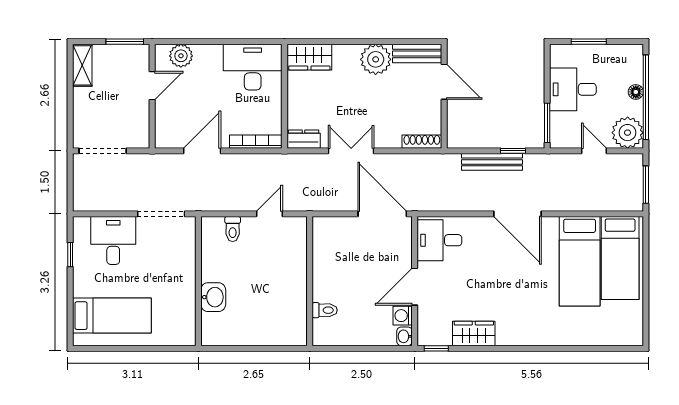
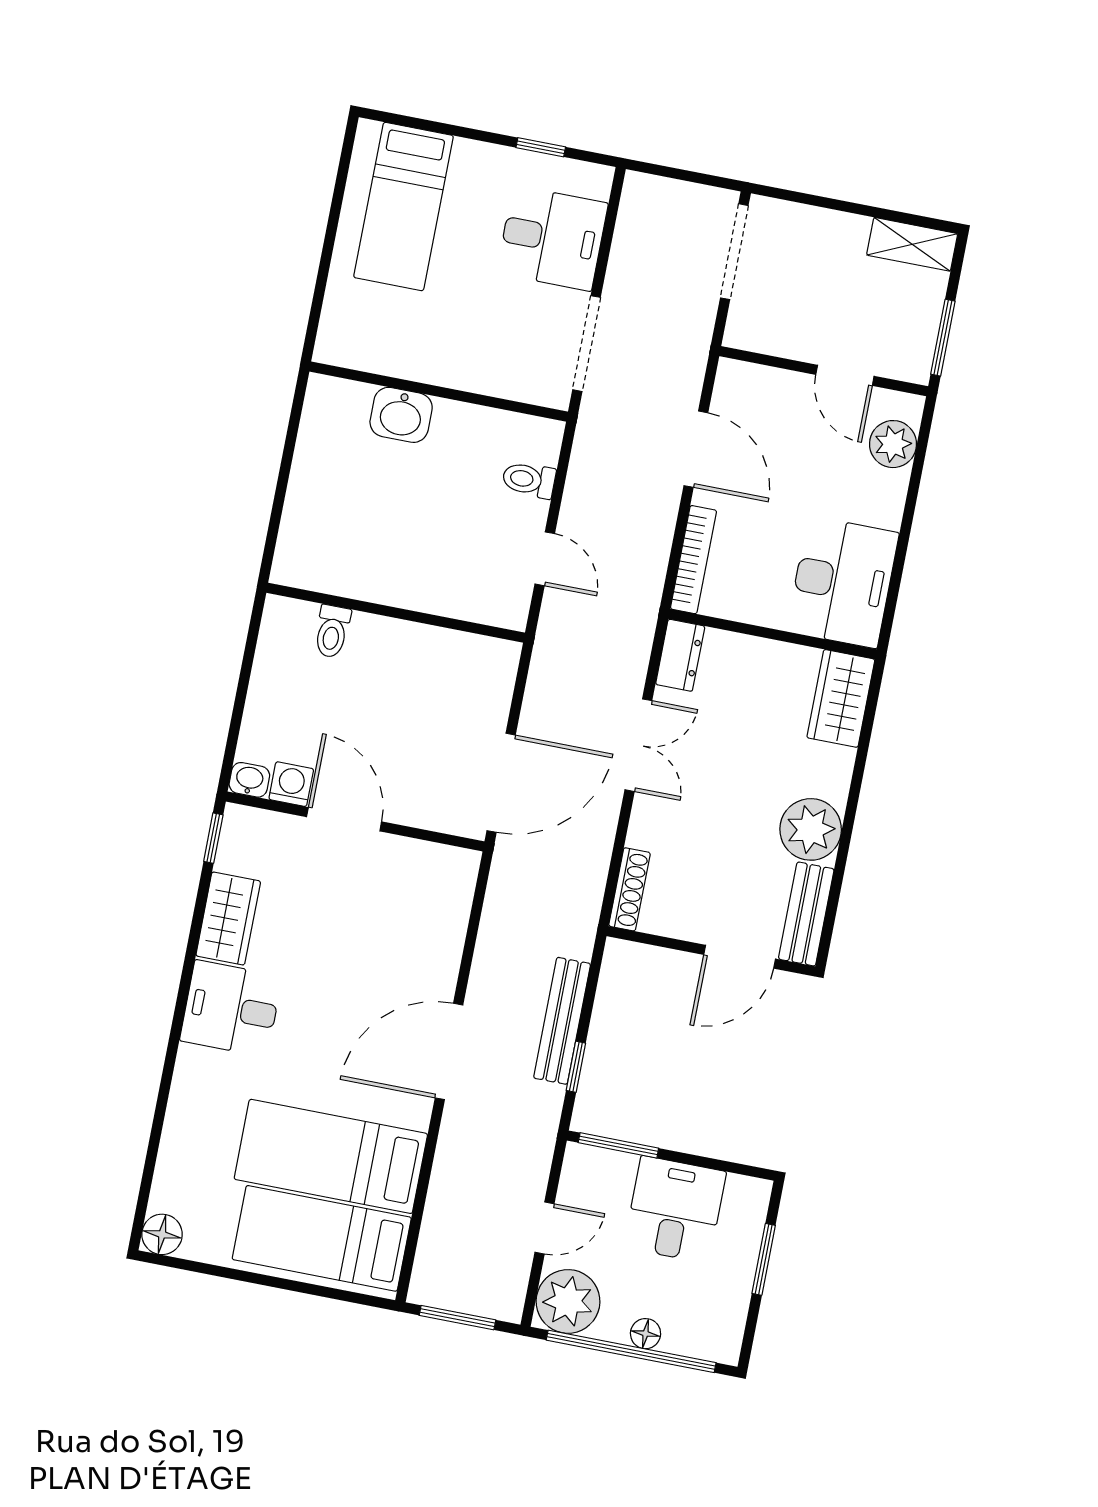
desk: (439, 240) -> (231, 1008), moved, turned -90
floor lamp: (633, 336) -> (162, 1234), added

